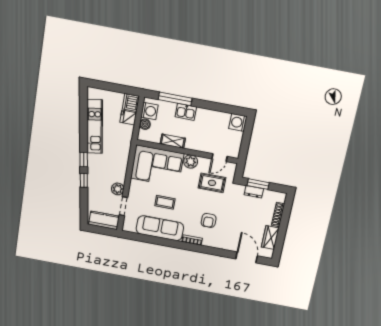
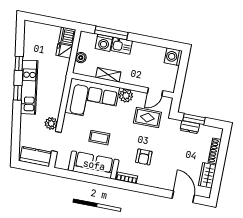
washing machine: (149, 111) -> (104, 43), moved, turned 90
kitchen unit: (95, 127) -> (29, 87), moved
window: (84, 180) -> (19, 63), moved

